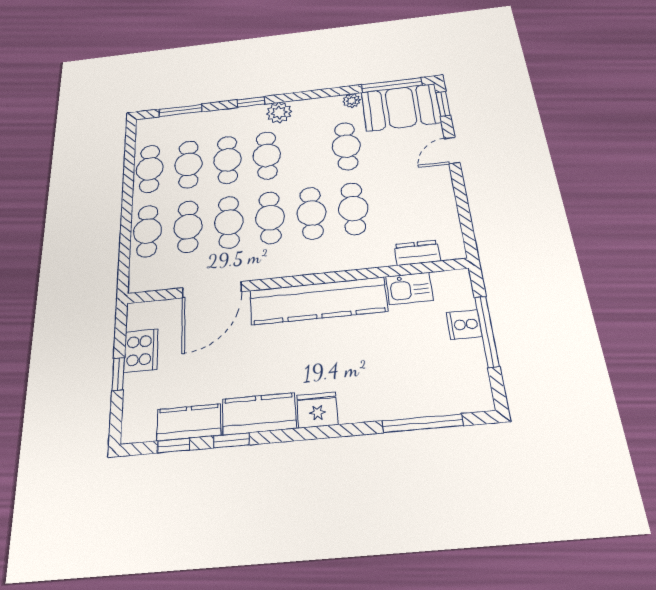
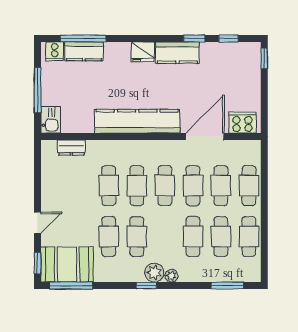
plant: (352, 101) -> (171, 276), moved
window: (251, 102) -> (146, 285), moved
cafe table: (267, 155) -> (137, 237), moved
kitchen sink: (409, 288) -> (51, 120), moved, turned 90
cooker: (464, 325) -> (55, 51), moved, turned 90
cooker: (141, 350) -> (242, 123), moved, turned 90
window: (118, 374) -> (264, 58), moved
kitchen counter: (189, 422) -> (84, 51), moved

